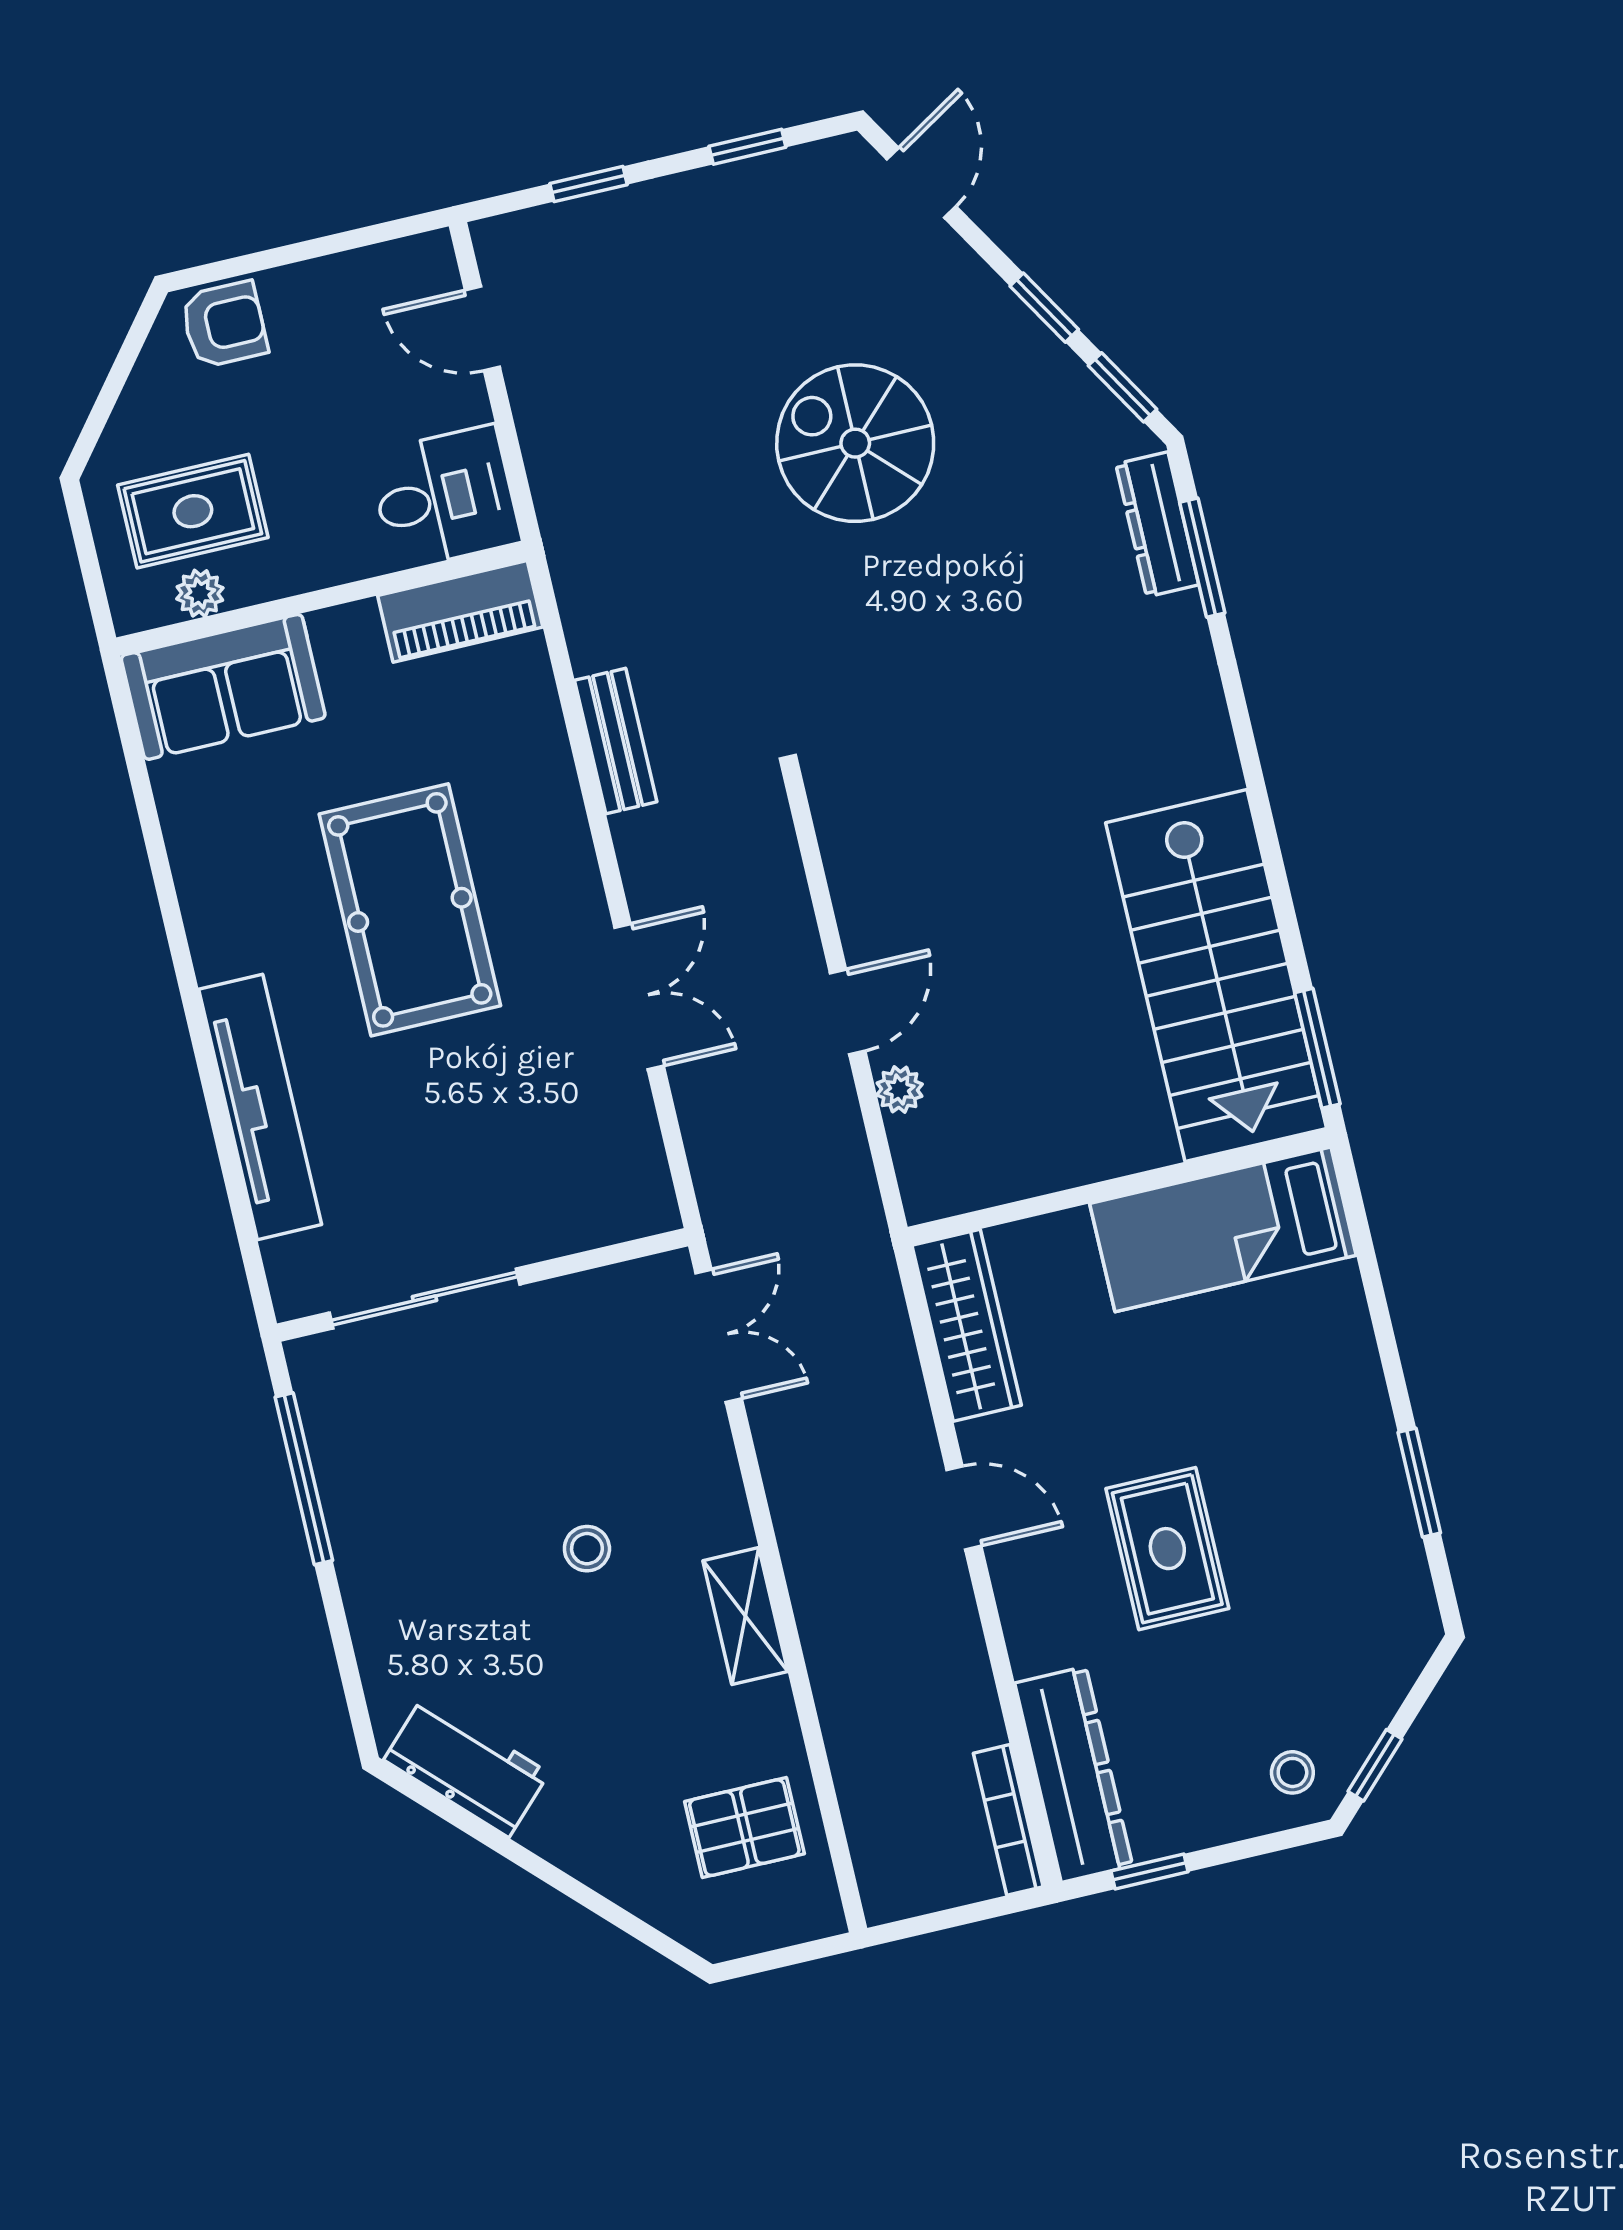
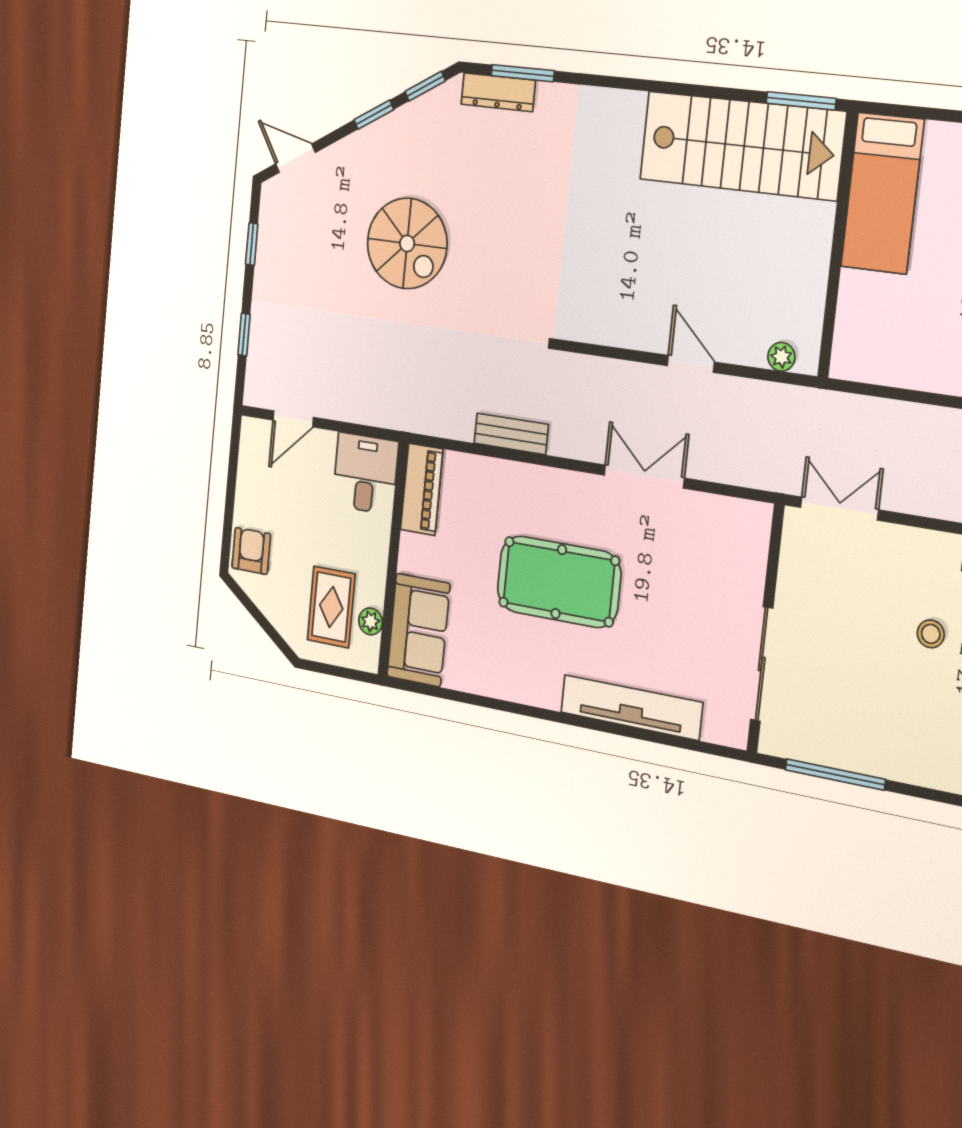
spiral stairs: (855, 443) -> (407, 243), turned -90
plant: (900, 1090) -> (781, 357), moved
wardrobe: (967, 1325) -> (884, 364), removed

